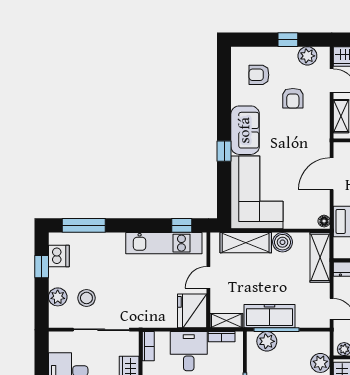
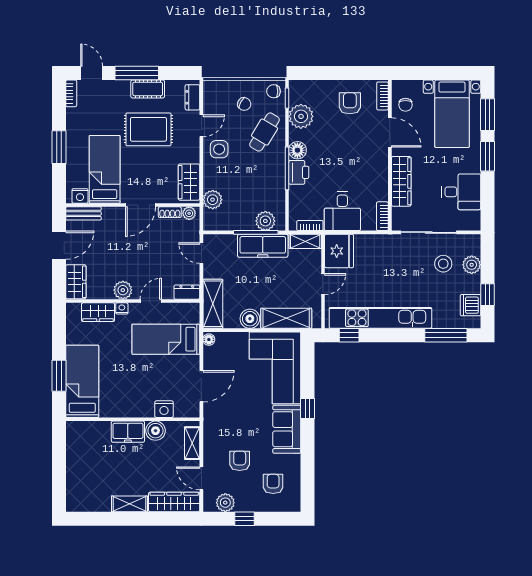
armchair: (259, 75) -> (273, 484), turned -90
kitchen unit: (164, 243) -> (380, 318), width x1.36

